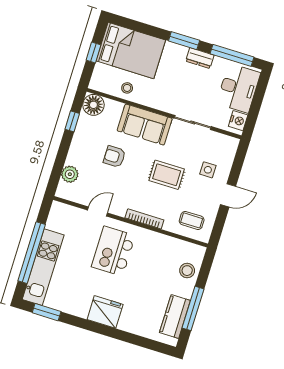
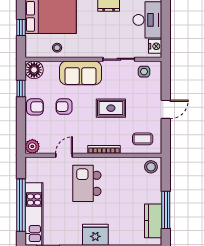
armchair: (82, 147) -> (35, 107), added
side table: (208, 170) -> (144, 72), moved
plant: (70, 174) -> (32, 146), moved
stool: (187, 271) -> (151, 167), moved

